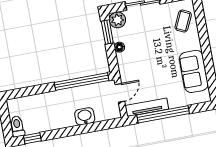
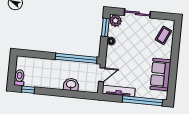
window: (163, 114) -> (142, 101), moved

